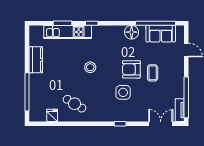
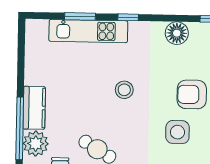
floor lamp: (132, 32) -> (177, 33), moved
kitchen counter: (36, 60) -> (34, 108), moved
plant: (37, 101) -> (36, 144), added

